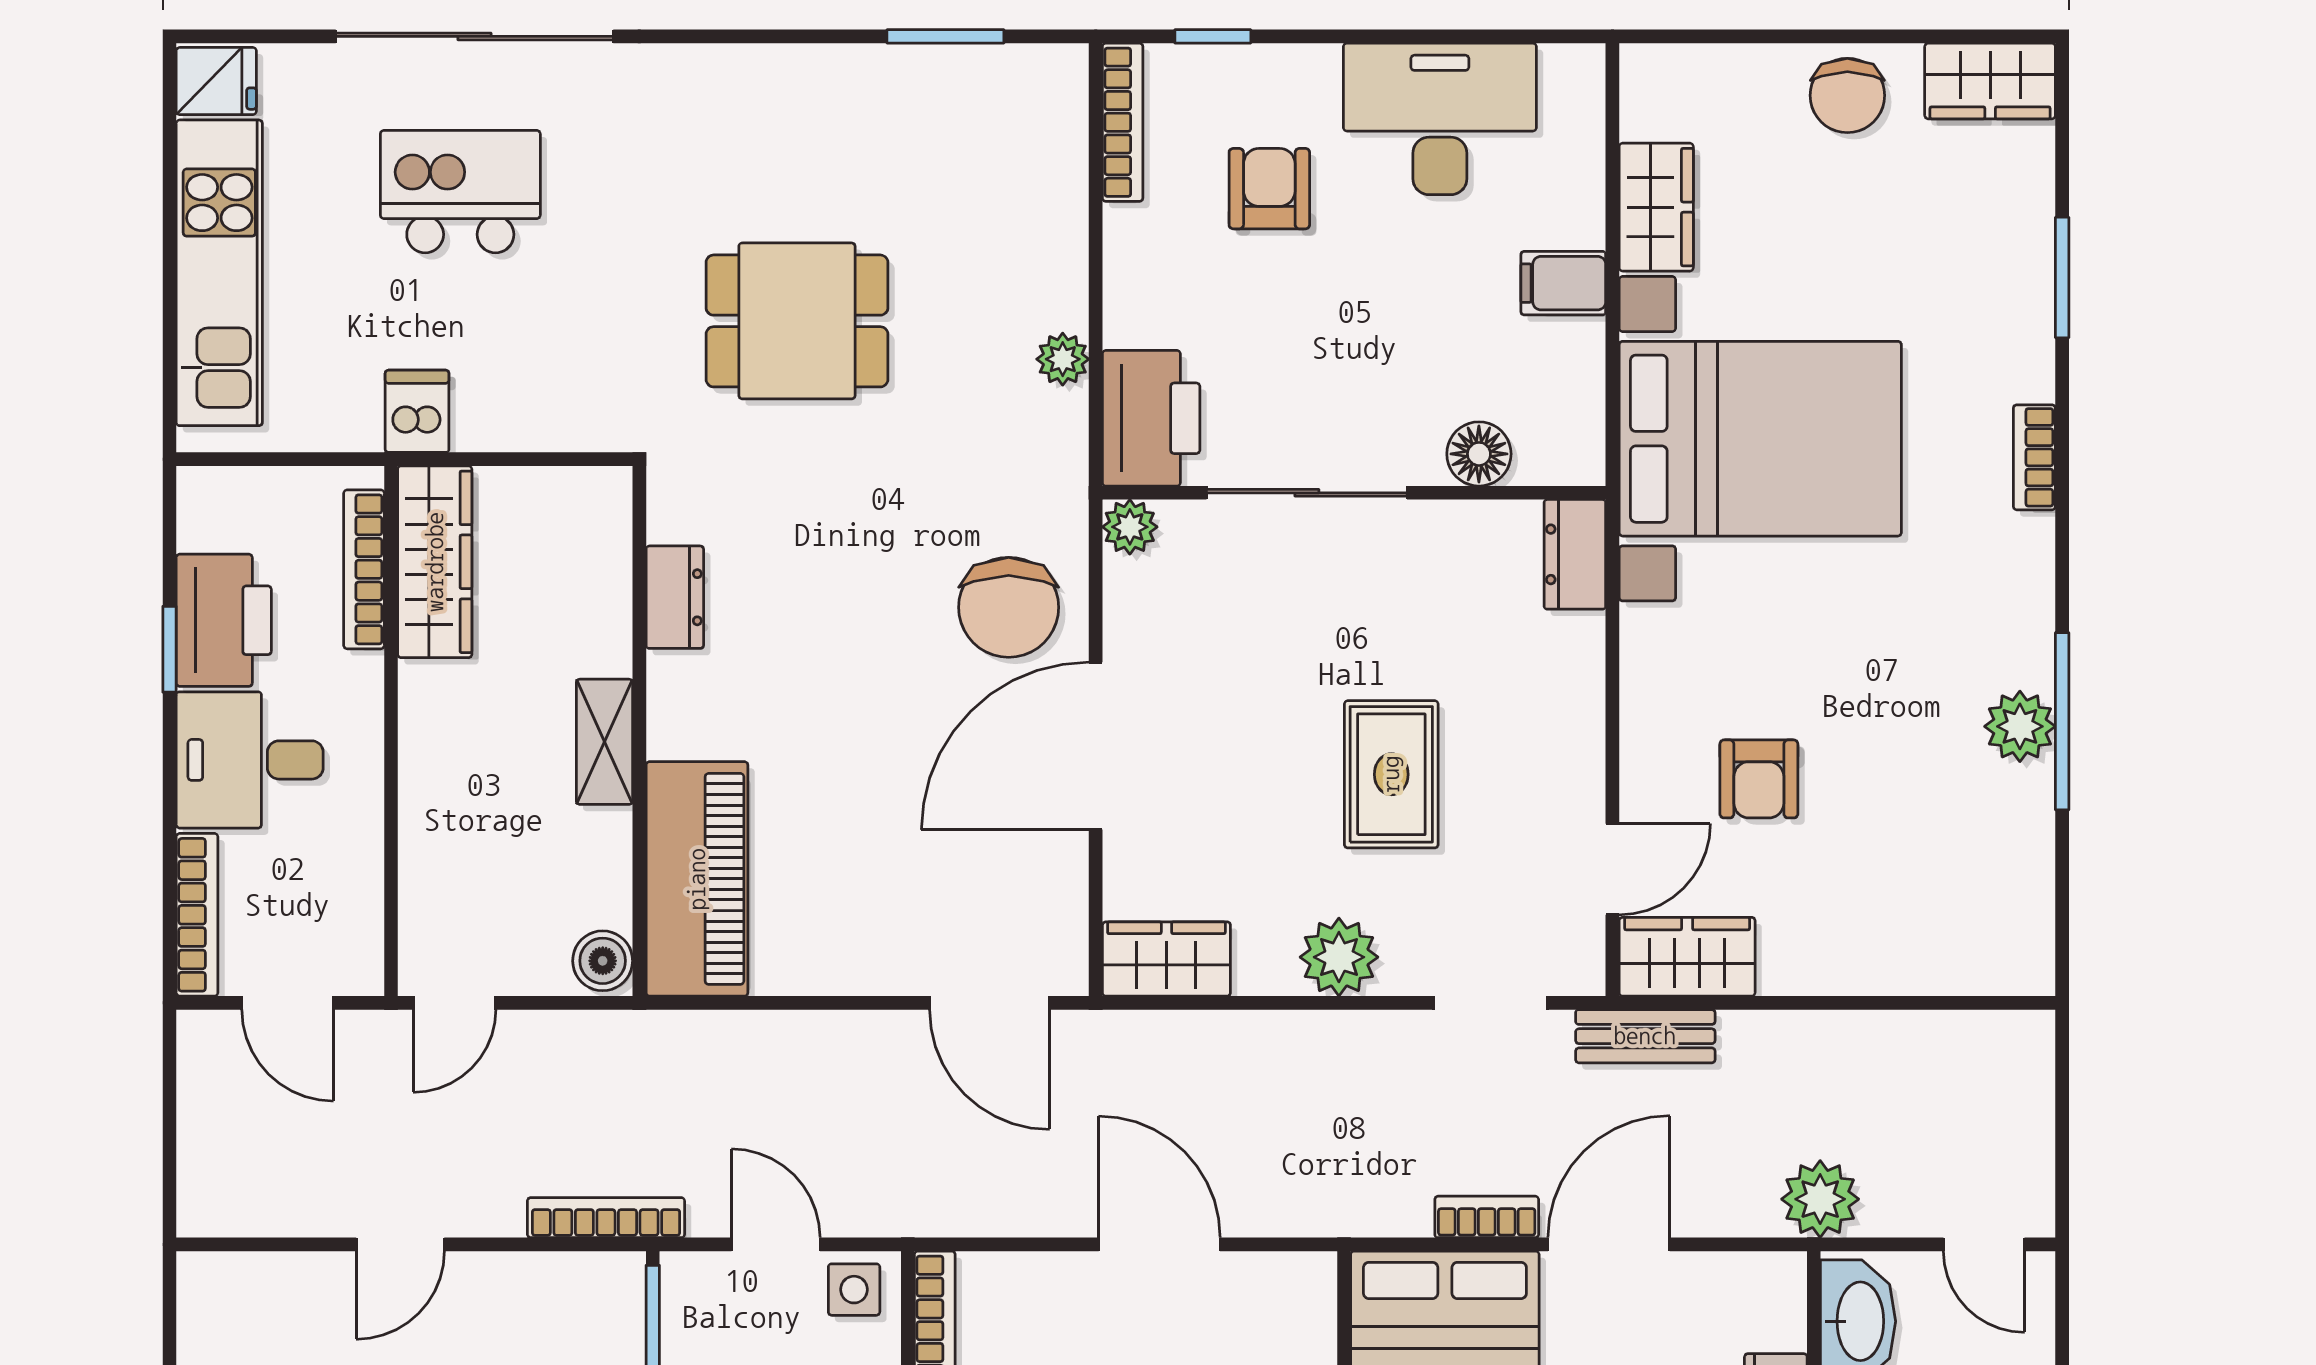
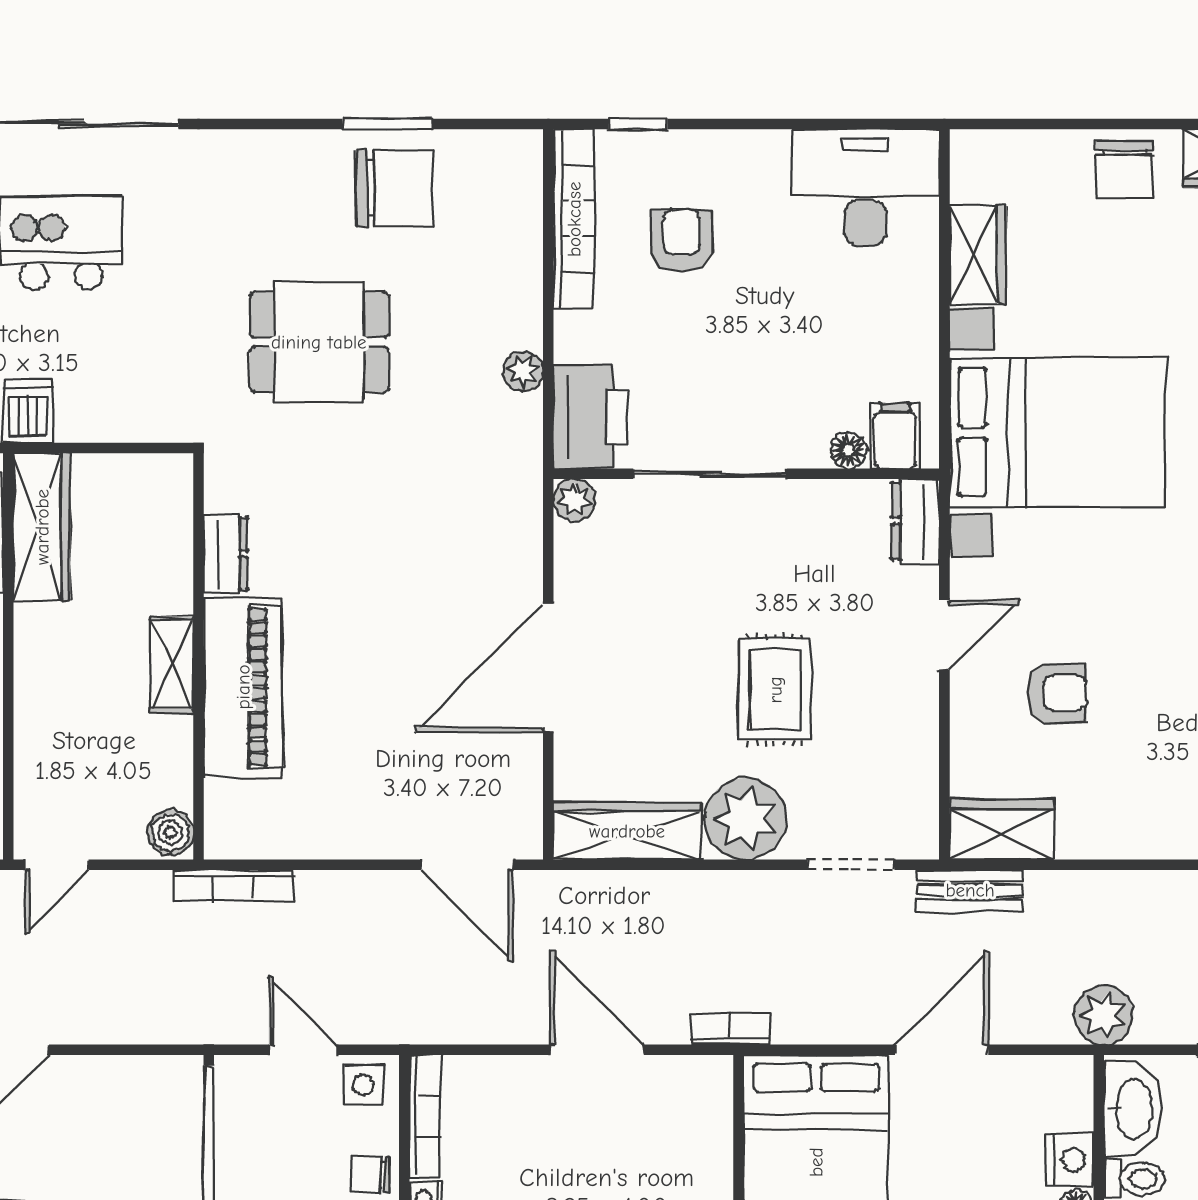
window: (945, 36) -> (387, 124), moved
desk: (1440, 119) -> (865, 187), moved
bookcase: (1123, 122) -> (574, 219), width x1.48, depth x1.31
filing cabinet: (1563, 283) -> (895, 436), moved, turned 90
floor lamp: (1479, 454) -> (849, 451), width x0.73, depth x0.73
chair: (1009, 607) -> (394, 188), moved, turned -90
armchair: (1759, 779) -> (1057, 693), turned -90
door: (1612, 869) -> (944, 635), moved
piano: (697, 879) -> (243, 687), moved
plant: (1339, 957) -> (746, 819), width x1.36, depth x1.36
wardrobe: (1166, 959) -> (627, 831), width x1.50
bookcase: (1487, 1217) -> (730, 1029), moved
bookcase: (606, 1218) -> (234, 885), moved, turned 180

